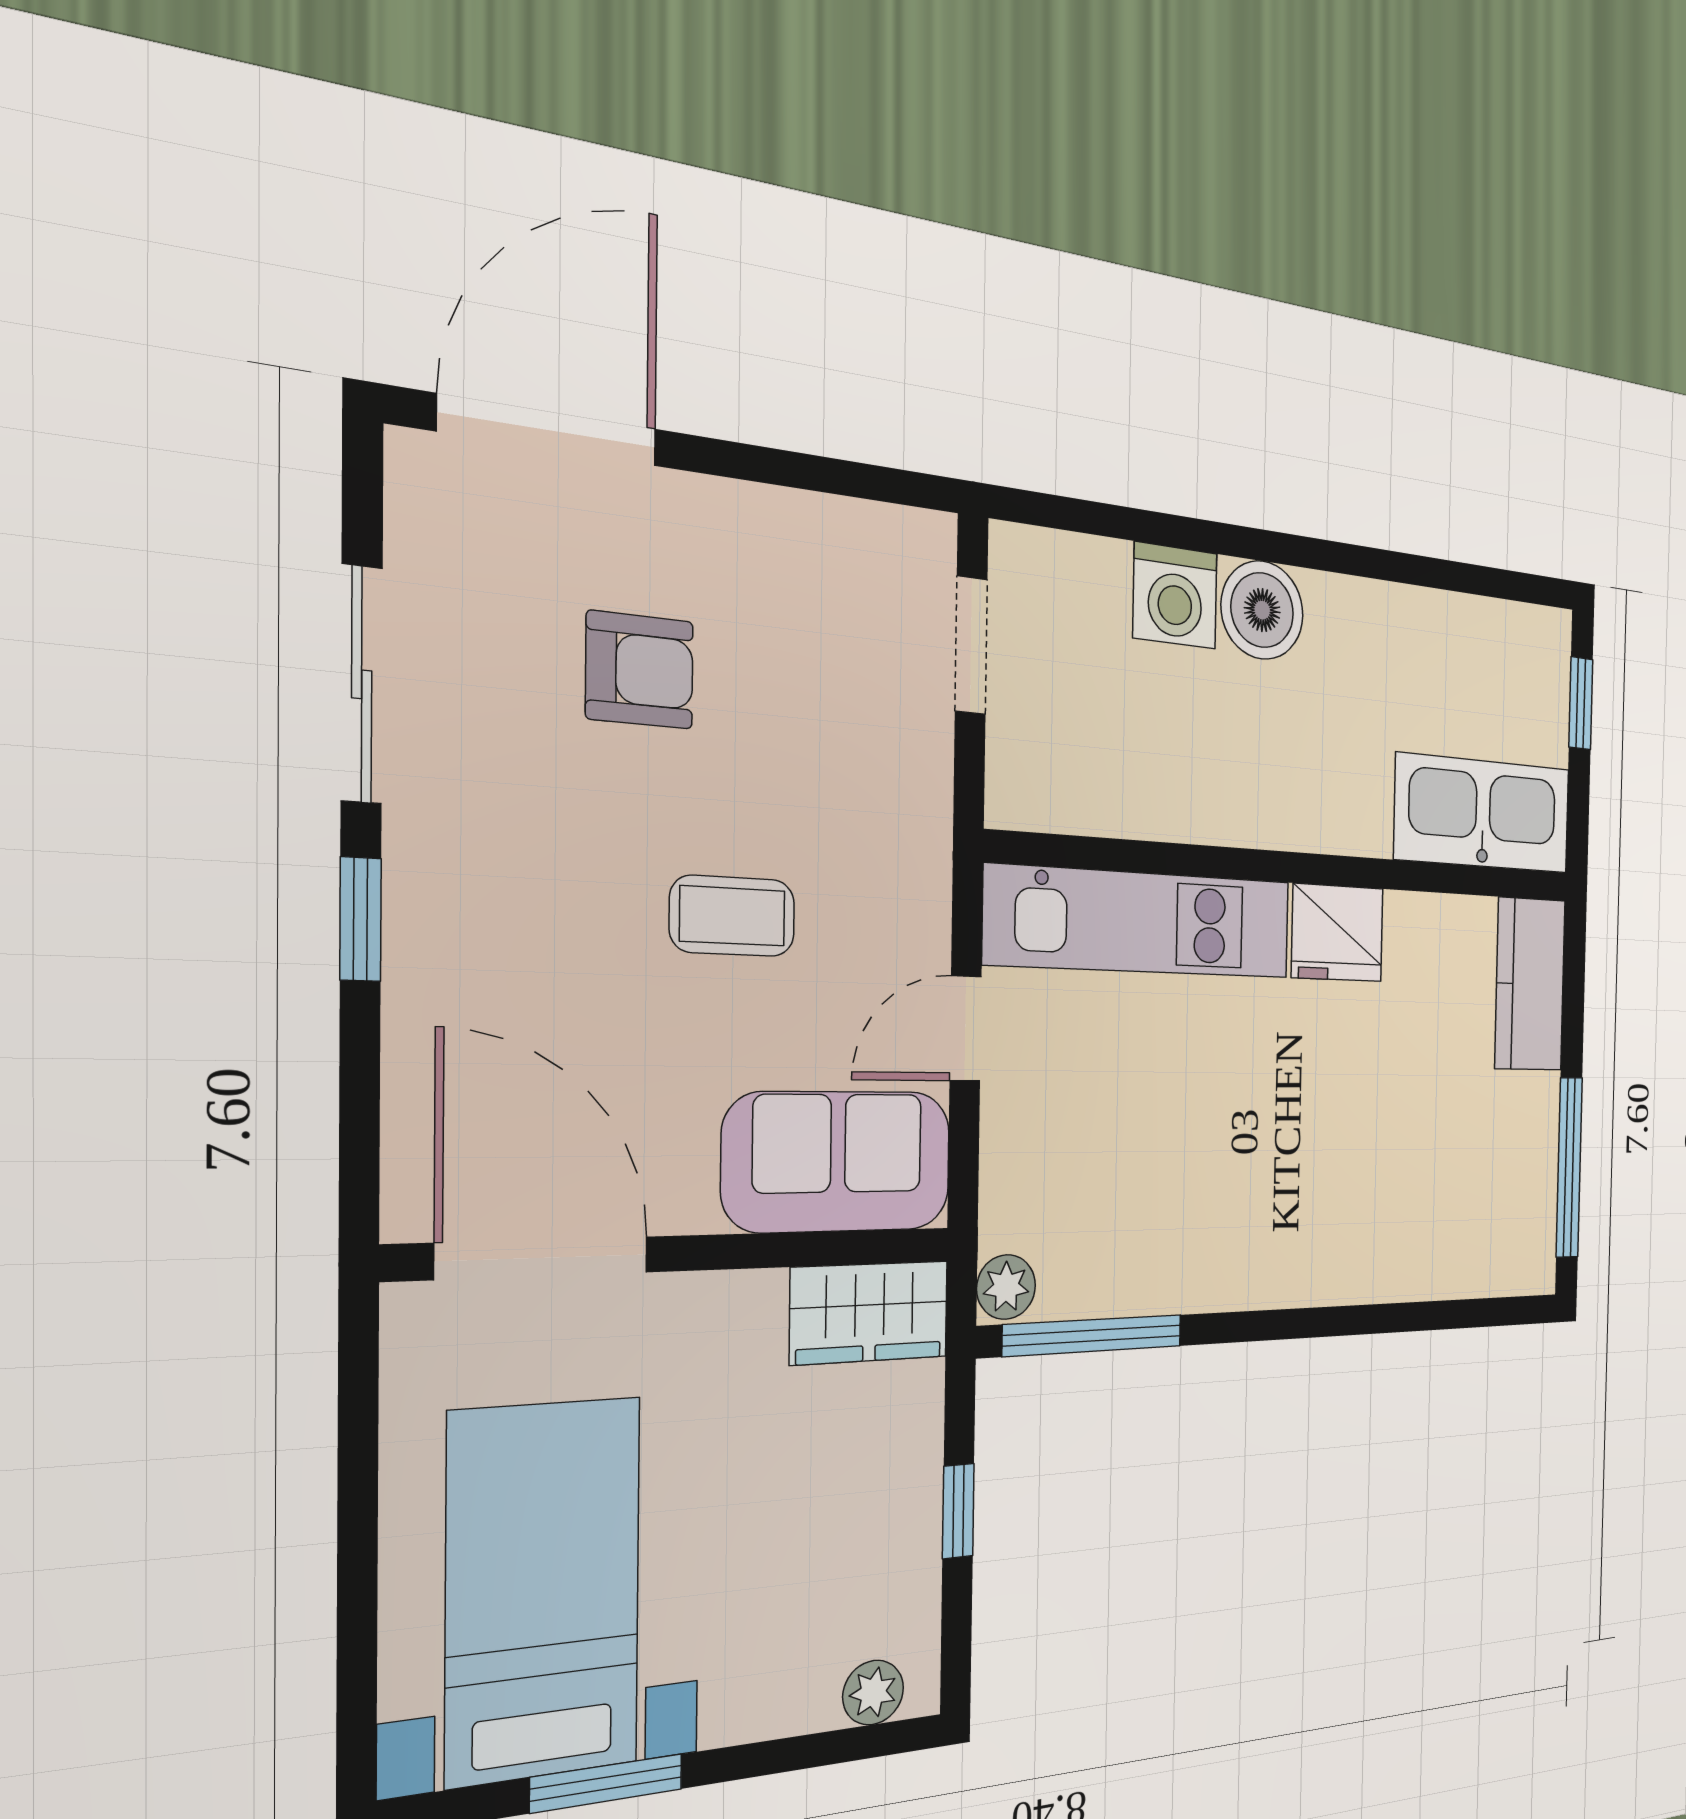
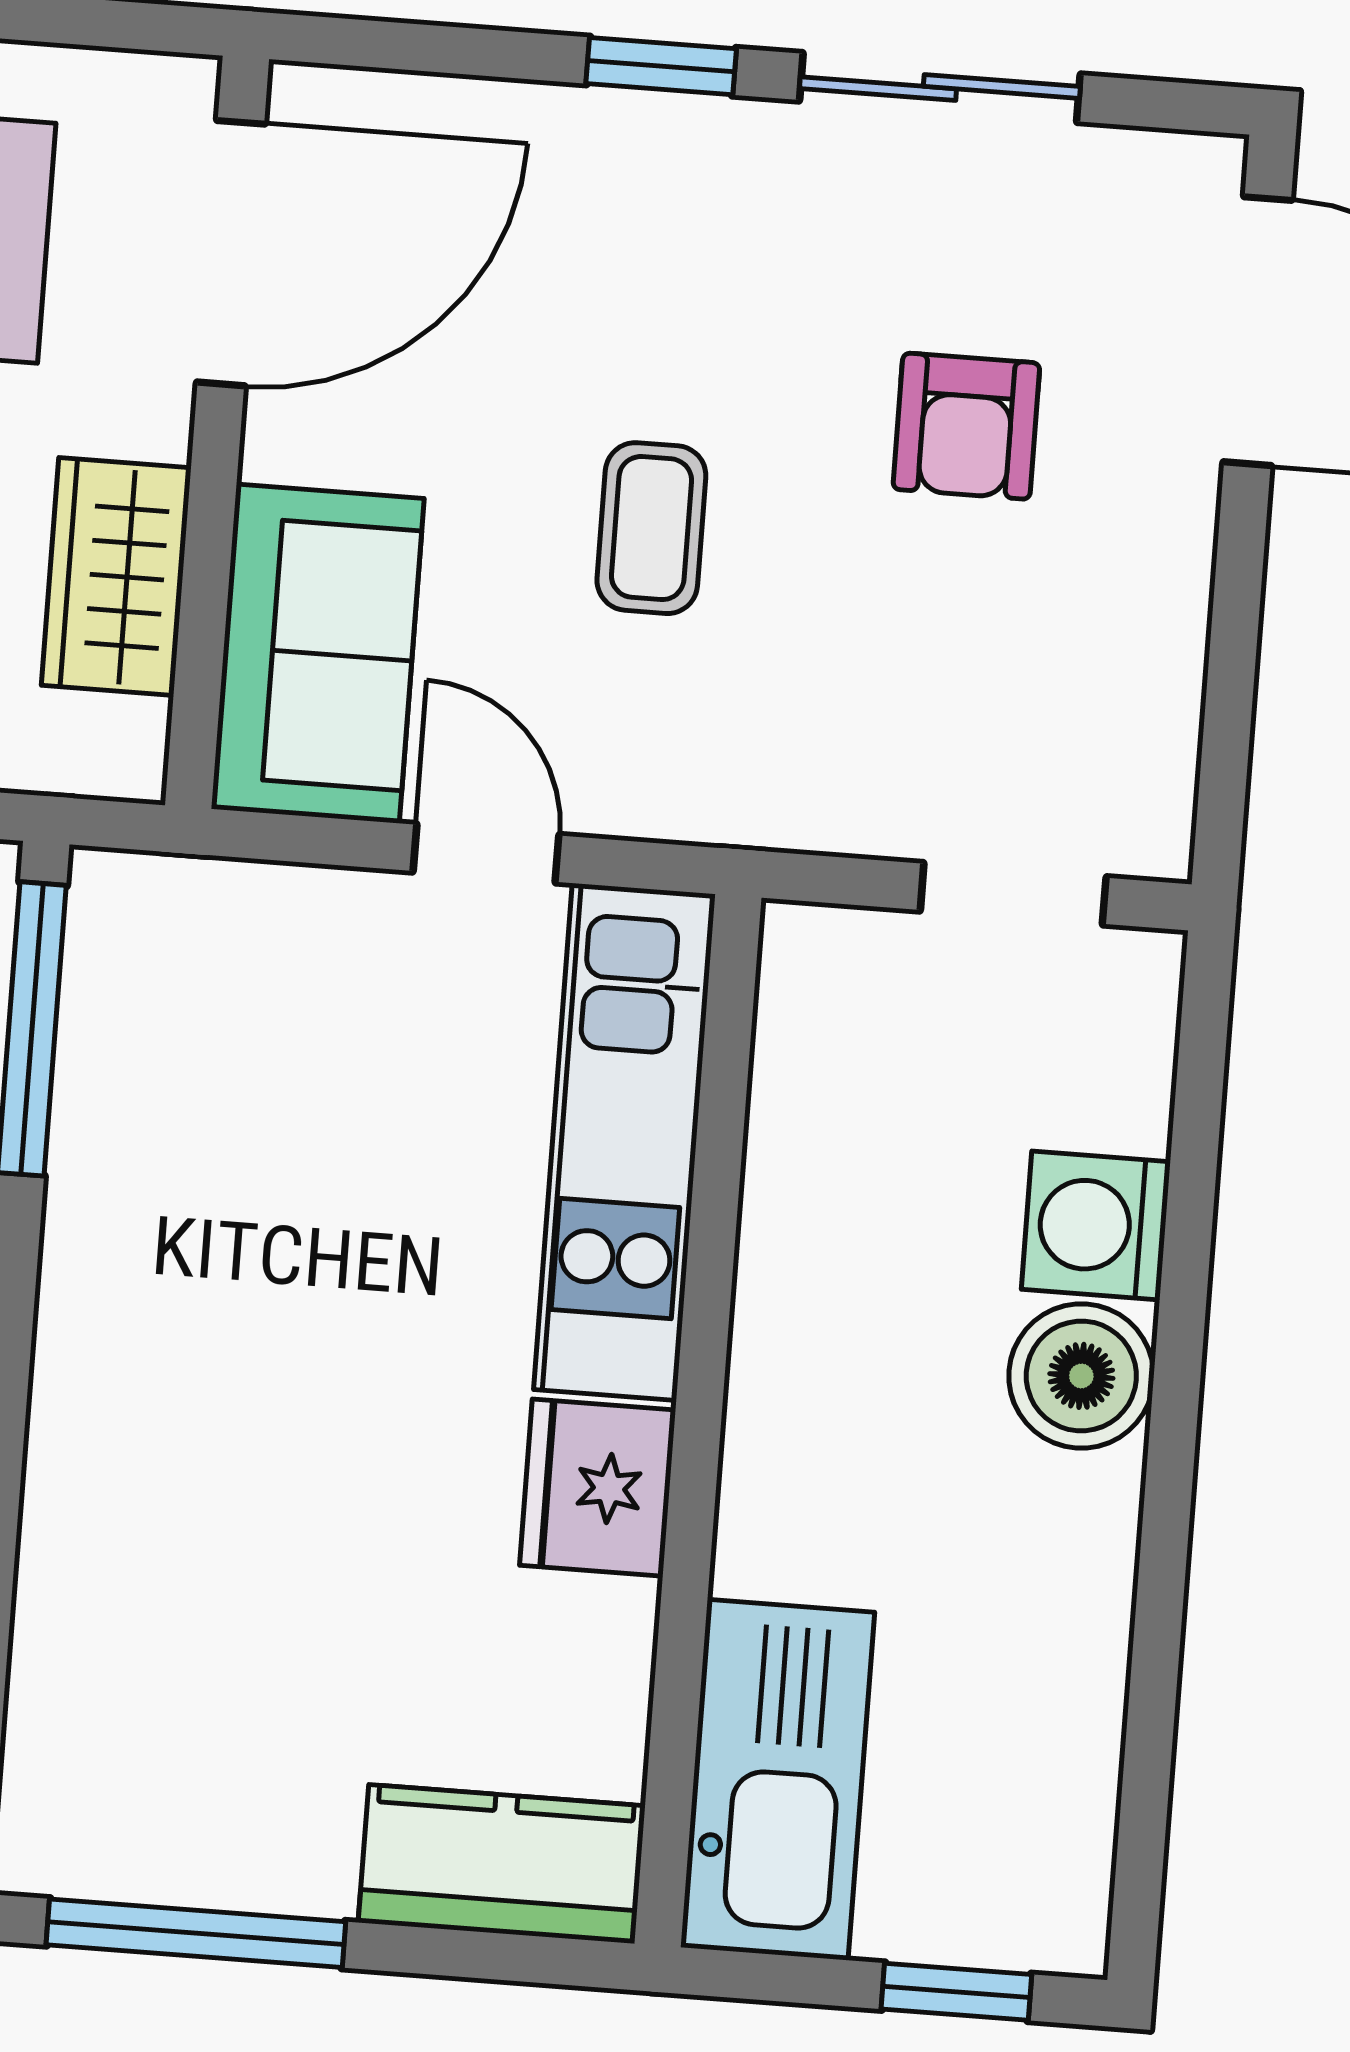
plant: (1006, 1287) -> (118, 894), removed
wardrobe: (869, 1313) -> (116, 576), moved

